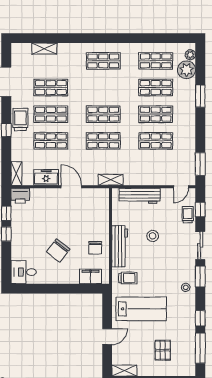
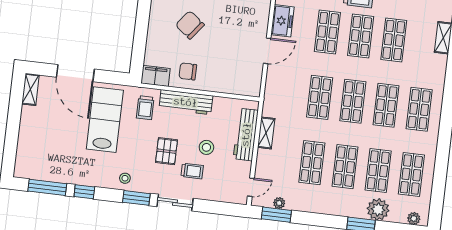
plant: (187, 70) -> (378, 209), moved
shop shelf: (103, 88) -> (386, 105), added
plant: (191, 163) -> (279, 203), added
shelving: (111, 180) -> (266, 133), moved
door: (181, 187) -> (251, 187), swing flipped
window: (200, 210) -> (220, 208), removed
trolley: (188, 215) -> (192, 171), moved
stool: (153, 236) -> (206, 147), moved
filing cabinet: (91, 276) -> (156, 76), moved, turned -90
lab bench: (141, 309) -> (105, 120), turned 180
door: (107, 337) -> (75, 73), width x1.87
pallet: (163, 350) -> (166, 151), moved, turned 90

